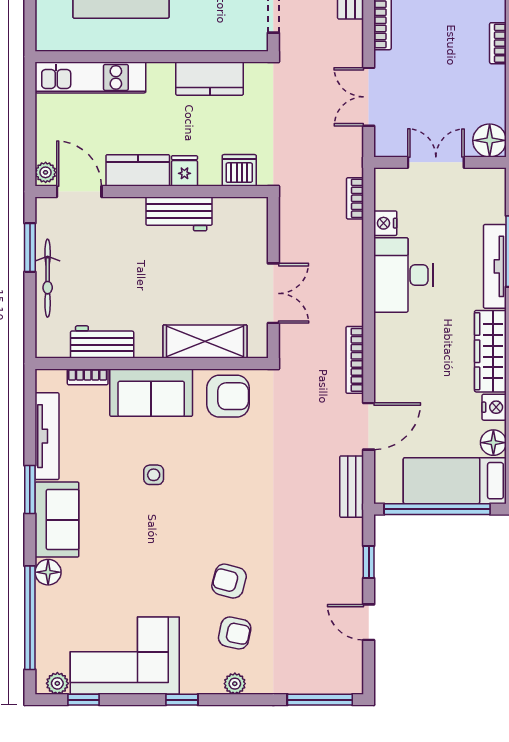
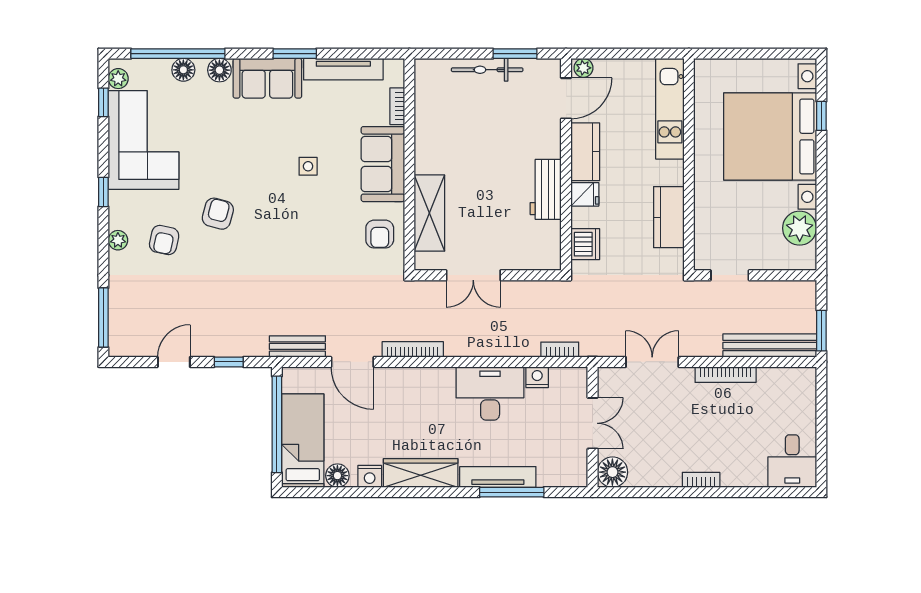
workbench: (102, 342) -> (429, 119), removed
armchair: (228, 396) -> (380, 234), width x0.72, depth x0.72
armchair: (229, 581) -> (218, 214), moved
floor lamp: (48, 612) -> (183, 70), added

